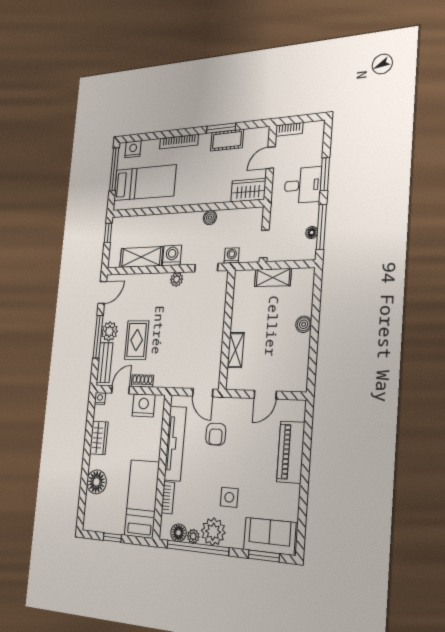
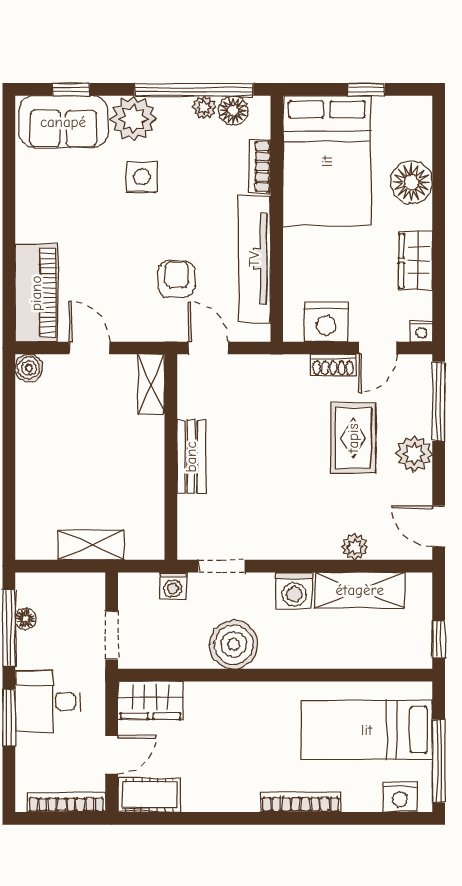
window: (221, 128) -> (215, 818), removed
bookcase: (289, 129) -> (66, 802), width x1.56
cot: (227, 140) -> (149, 795), moved
boiler: (210, 218) -> (234, 645), width x1.86, depth x1.86
doorway: (264, 244) -> (112, 635), moved
plant: (177, 279) -> (355, 547), moved
door: (102, 292) -> (439, 526), hinge flipped
boiler: (304, 324) -> (29, 368), moved
window: (98, 337) -> (439, 401), moved
shelving: (236, 350) -> (151, 384), moved
bench: (105, 363) -> (191, 457), moved
door: (265, 395) -> (89, 348), hinge flipped
piano: (291, 452) -> (36, 293), moved
bed: (142, 499) -> (327, 161), width x1.50
plant: (213, 532) -> (134, 119), moved
window: (264, 556) -> (71, 89), width x0.67

